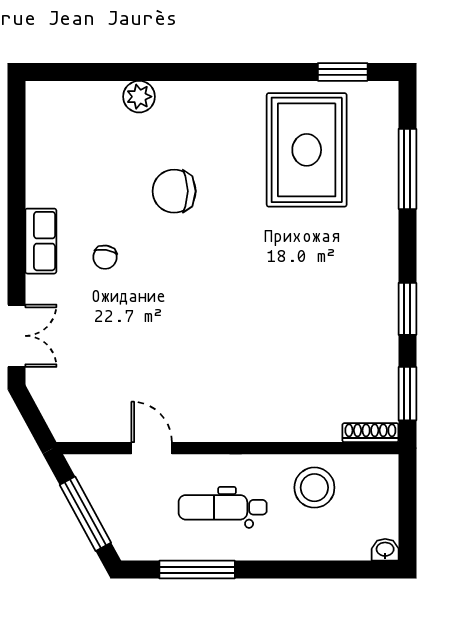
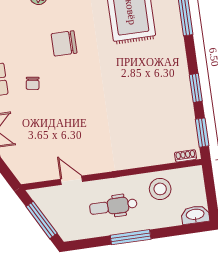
shoe rack: (370, 433) -> (186, 156), width x0.70
washbasin: (385, 550) -> (195, 215), width x1.91, depth x1.45
window: (197, 570) -> (131, 237), moved

